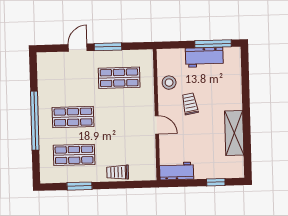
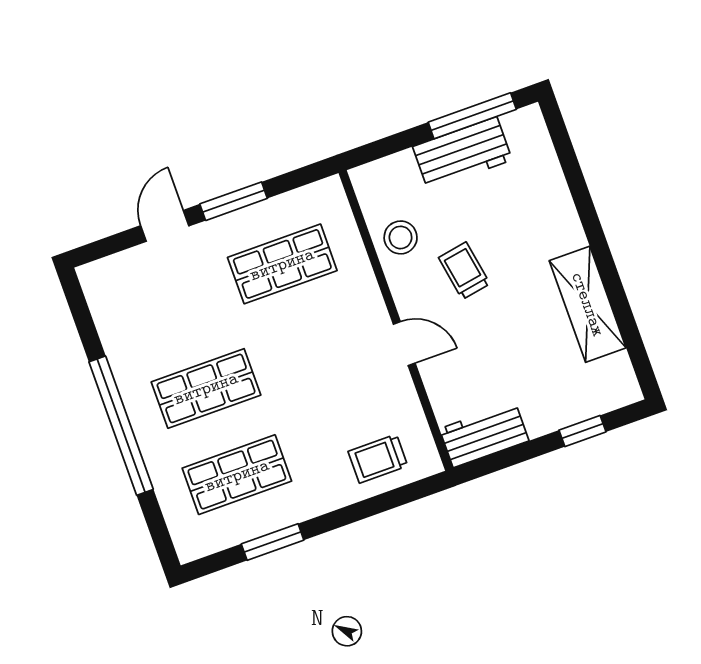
trolley: (118, 172) -> (378, 459), moved

